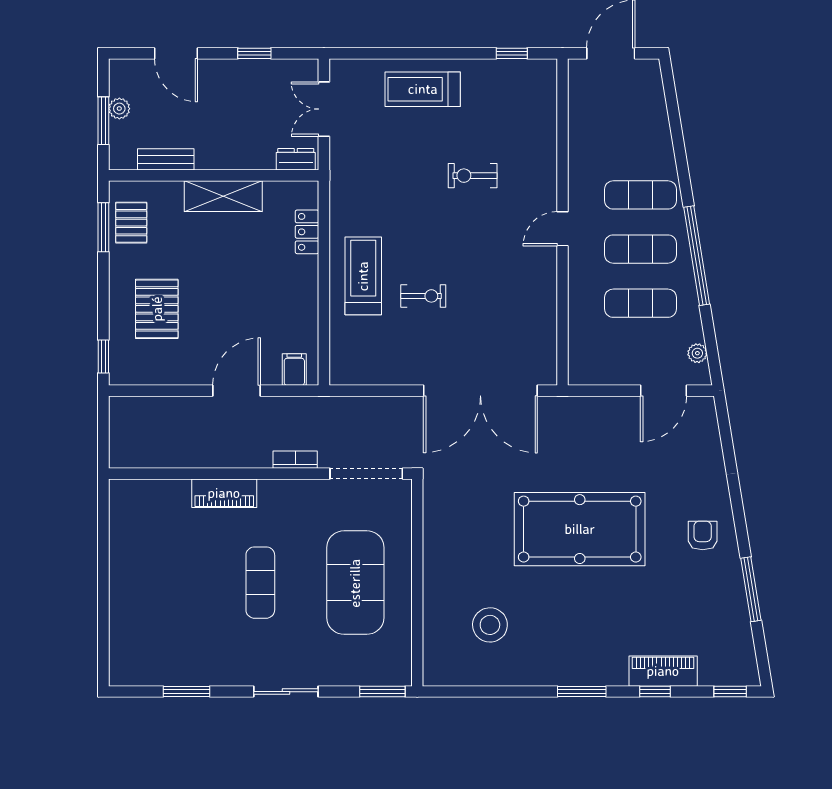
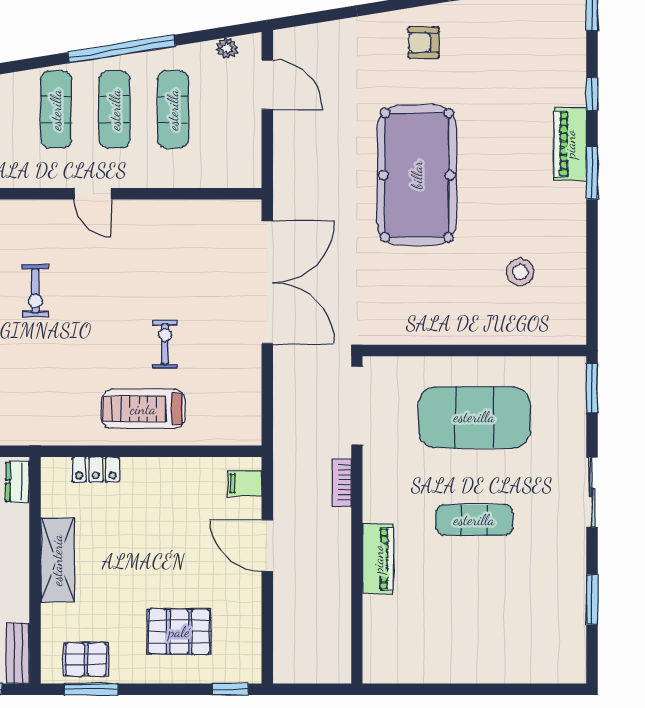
bench: (166, 159) -> (18, 653), moved
stool: (490, 625) -> (520, 272), width x0.73, depth x0.73
piano: (663, 671) -> (570, 144), moved

